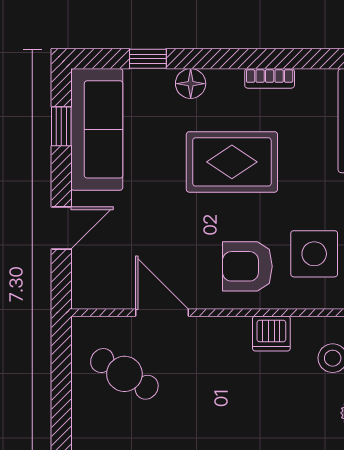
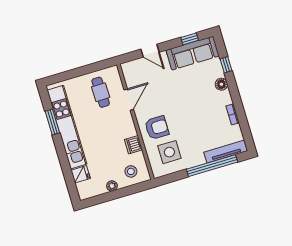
rug: (232, 162) -> (196, 109), removed
armchair: (247, 266) -> (157, 128), turned 90
cafe table: (124, 374) -> (101, 92), turned -32

